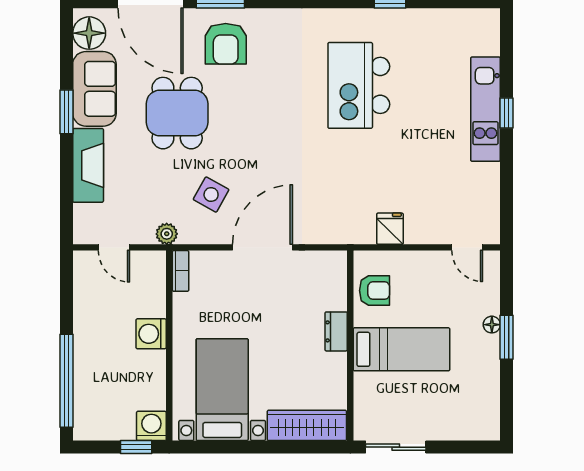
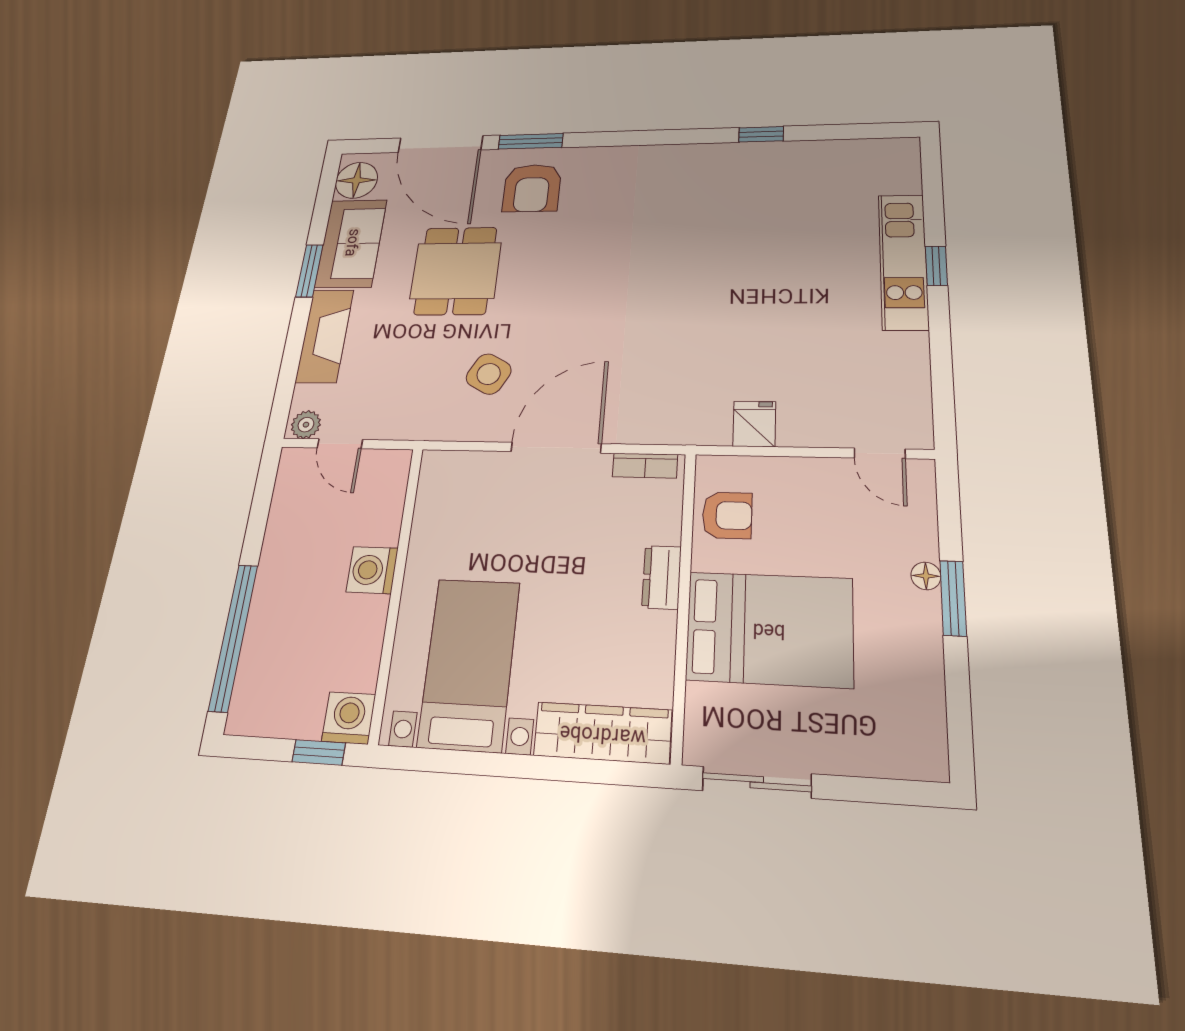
kitchen island: (359, 85) -> (713, 234), removed
plant: (167, 234) -> (306, 425), moved
bookcase: (180, 271) -> (645, 466), moved, turned 90
bed: (401, 349) -> (769, 629), width x1.50

